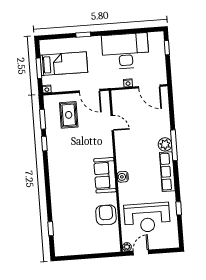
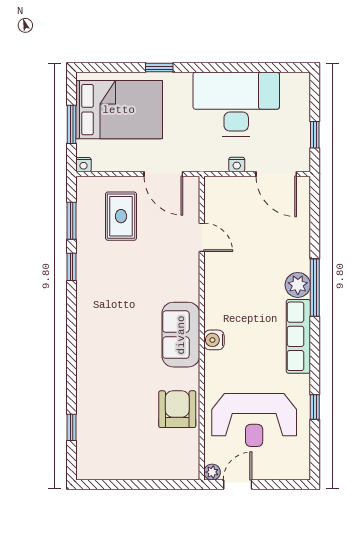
window: (167, 48) -> (315, 135), moved
bed: (64, 64) -> (119, 110), width x1.50

